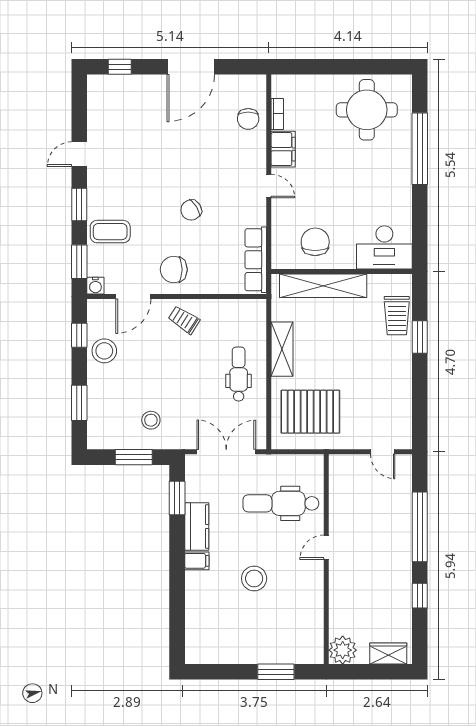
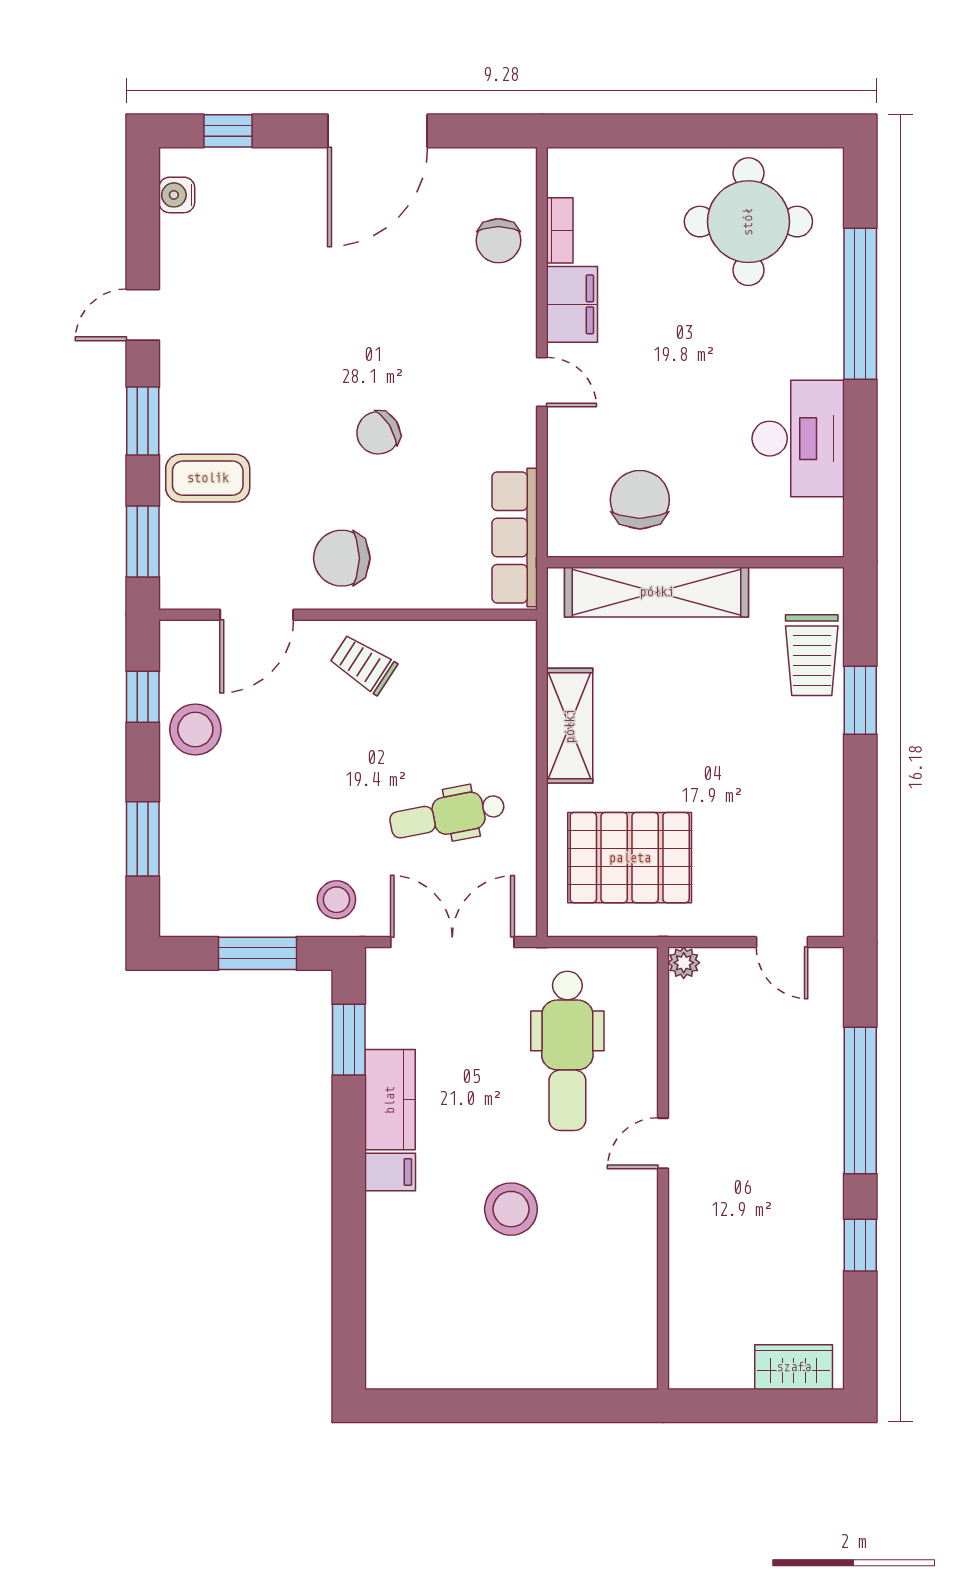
desk: (384, 247) -> (798, 439), moved, turned -90
water cooler: (95, 286) -> (177, 195), moved, turned 90
dental chair: (239, 374) -> (447, 815), moved, turned -101
stool: (151, 420) -> (336, 900), moved
dental chair: (281, 503) -> (567, 1051), turned -90
plant: (343, 650) -> (684, 963), moved, width x0.53, depth x0.53
window: (276, 672) -> (557, 1406), removed

